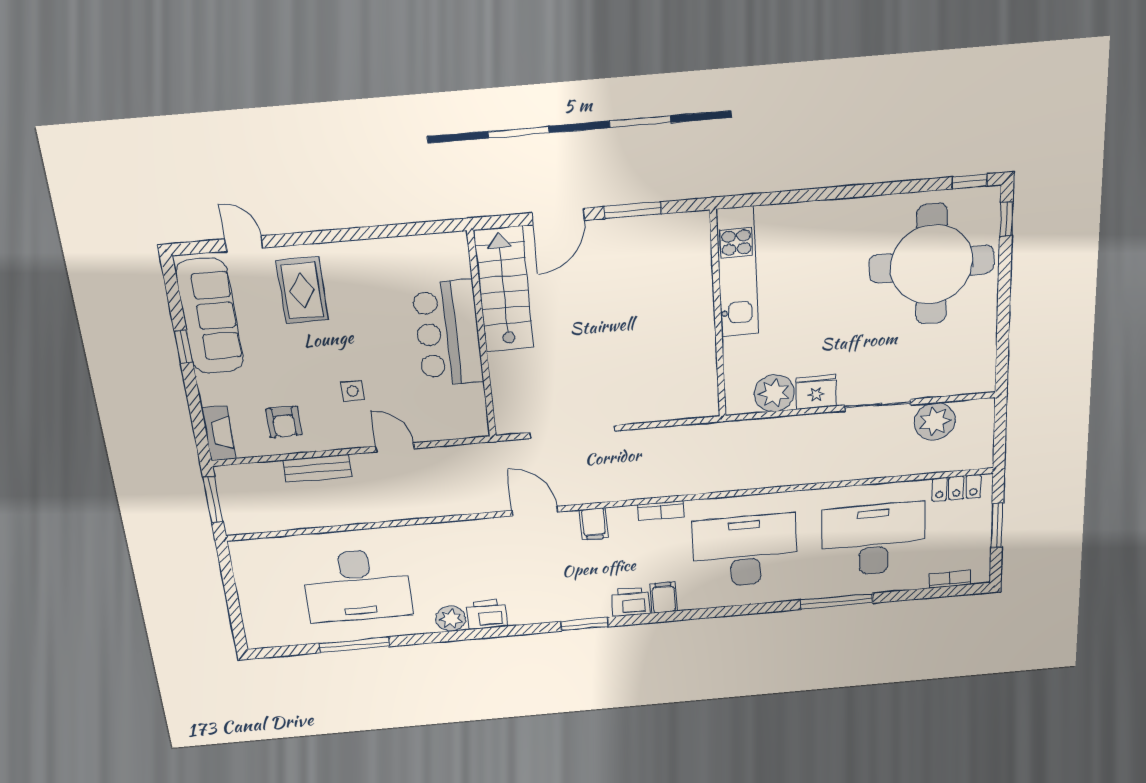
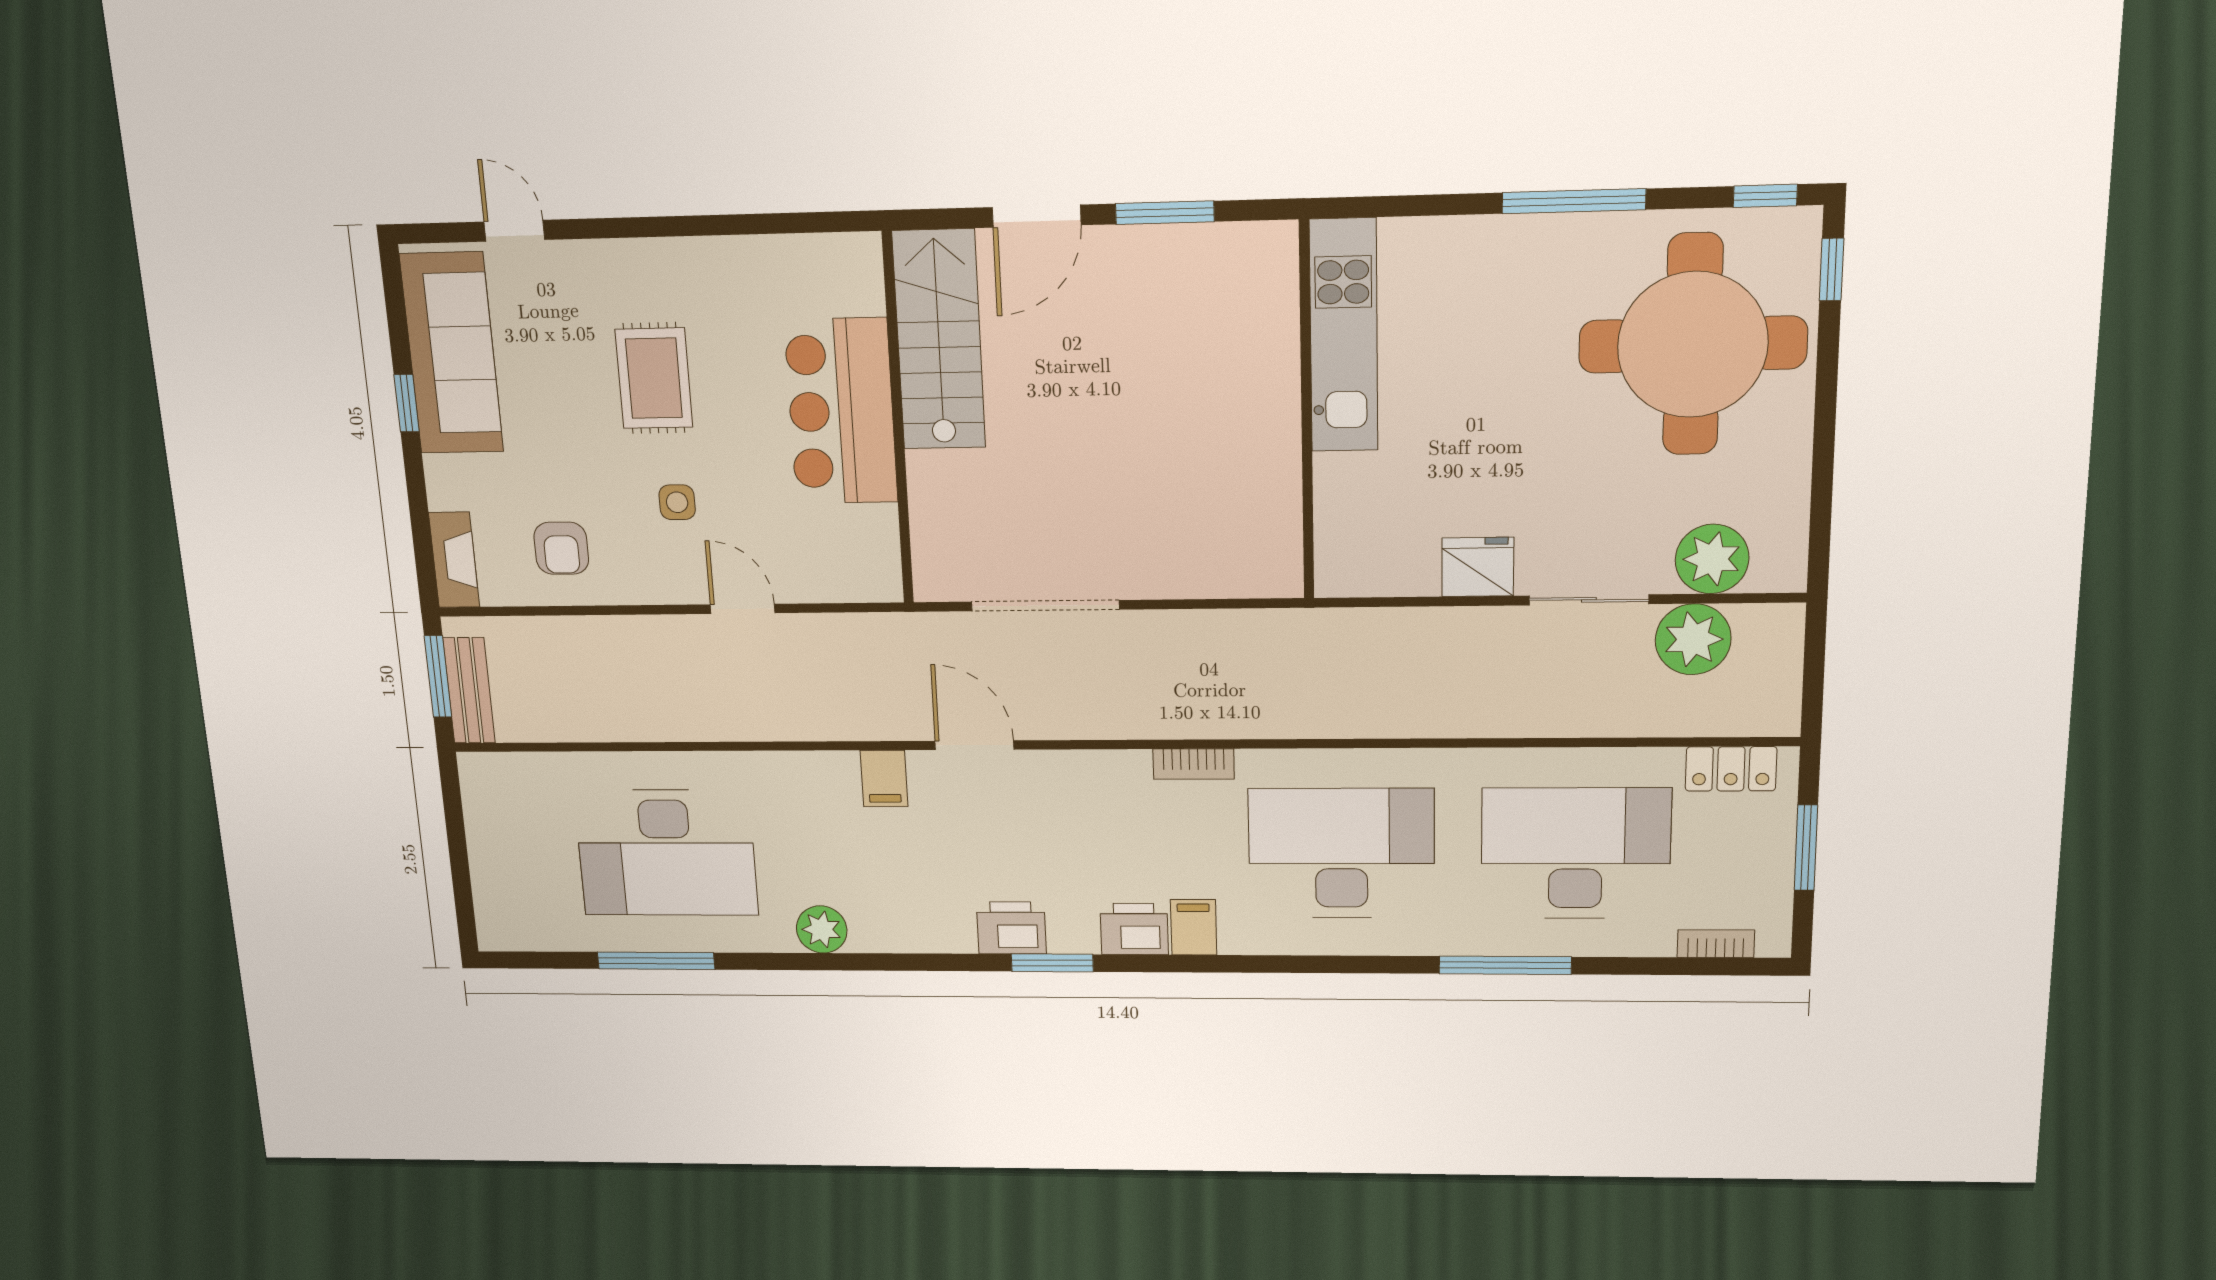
window: (864, 190) -> (1574, 201), added
rug: (302, 291) -> (654, 378), moved
plant: (774, 393) -> (1712, 559), moved
bench: (317, 468) -> (469, 690), moved, turned 90
filing cabinet: (594, 524) -> (884, 779), moved
printer: (487, 614) -> (1011, 928), moved

